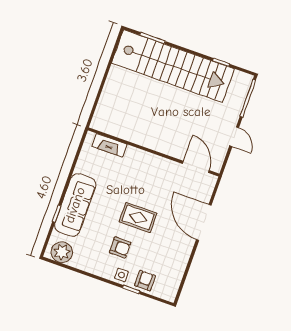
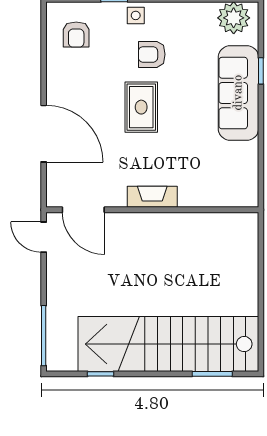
door: (234, 137) -> (44, 237), moved
fireplace: (109, 145) -> (152, 197), moved
rug: (138, 217) -> (141, 107), turned 90
armchair: (145, 281) -> (76, 35), moved

